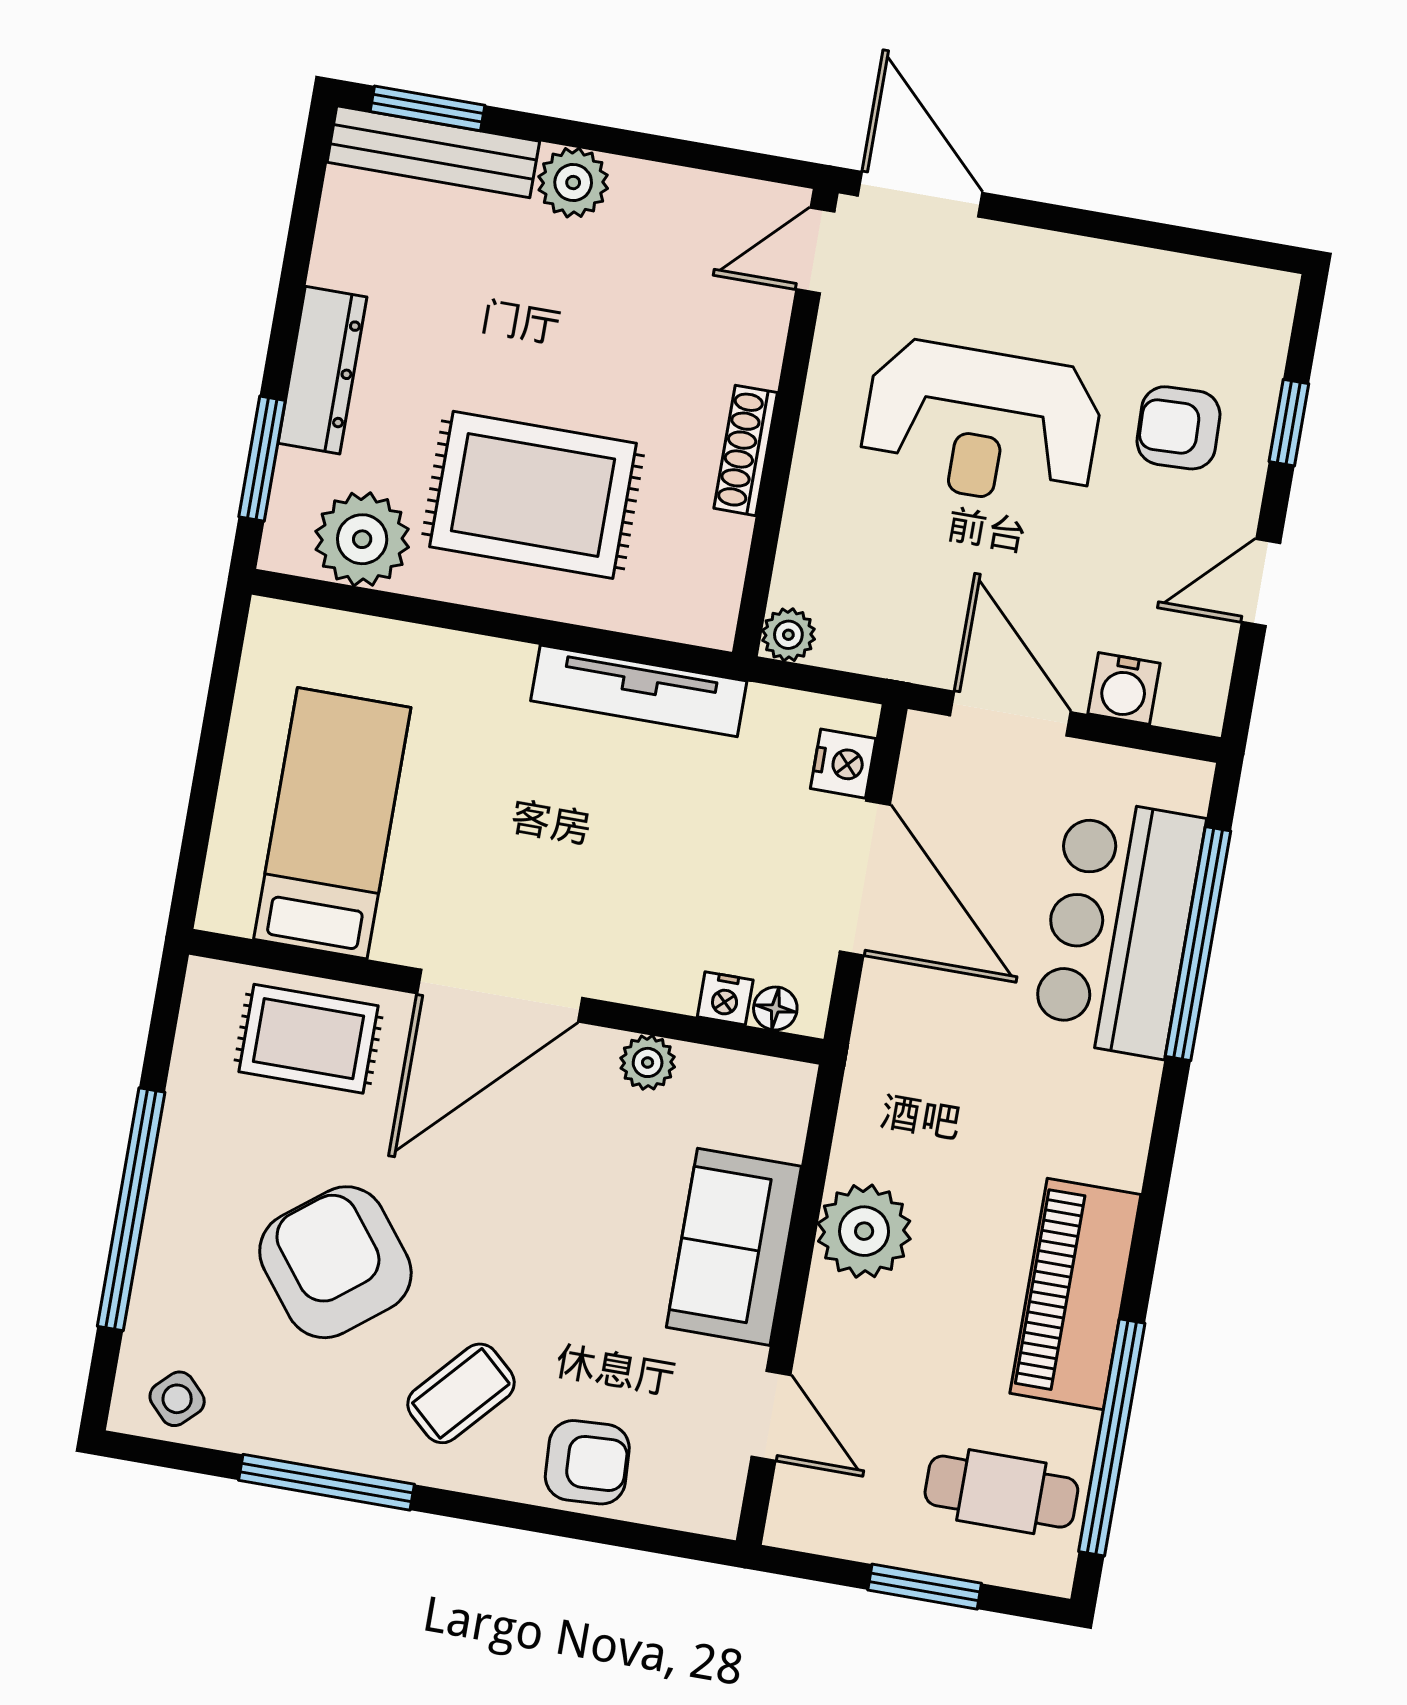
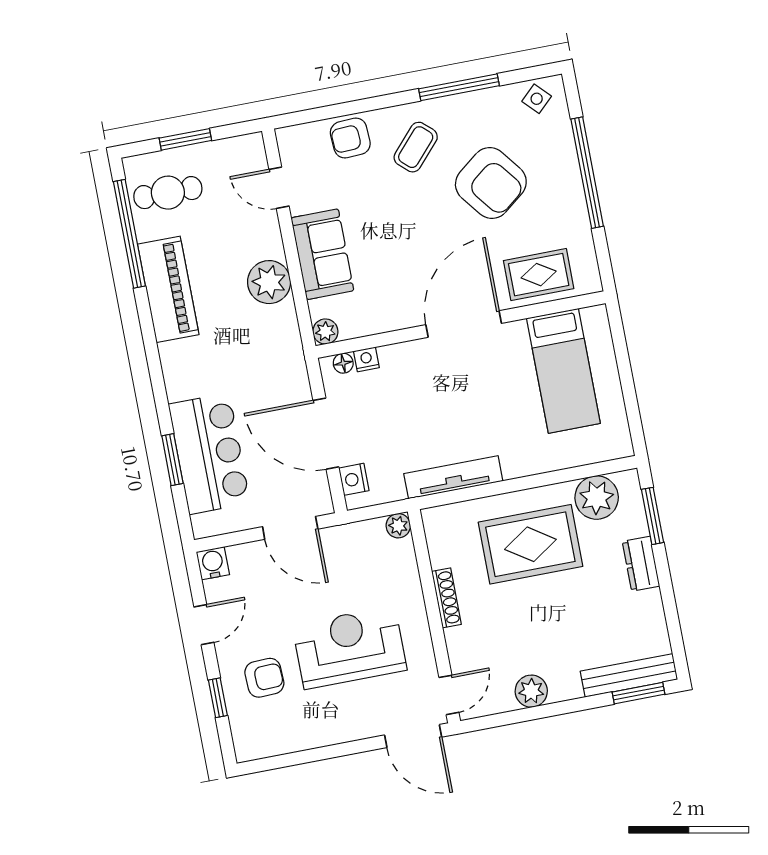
plant: (573, 183) -> (531, 691), moved
dresser: (322, 370) -> (641, 564), width x0.70
water cooler: (1124, 689) -> (213, 563), moved
window: (1198, 944) -> (172, 460), width x0.47
plant: (648, 1062) -> (325, 332), moved

